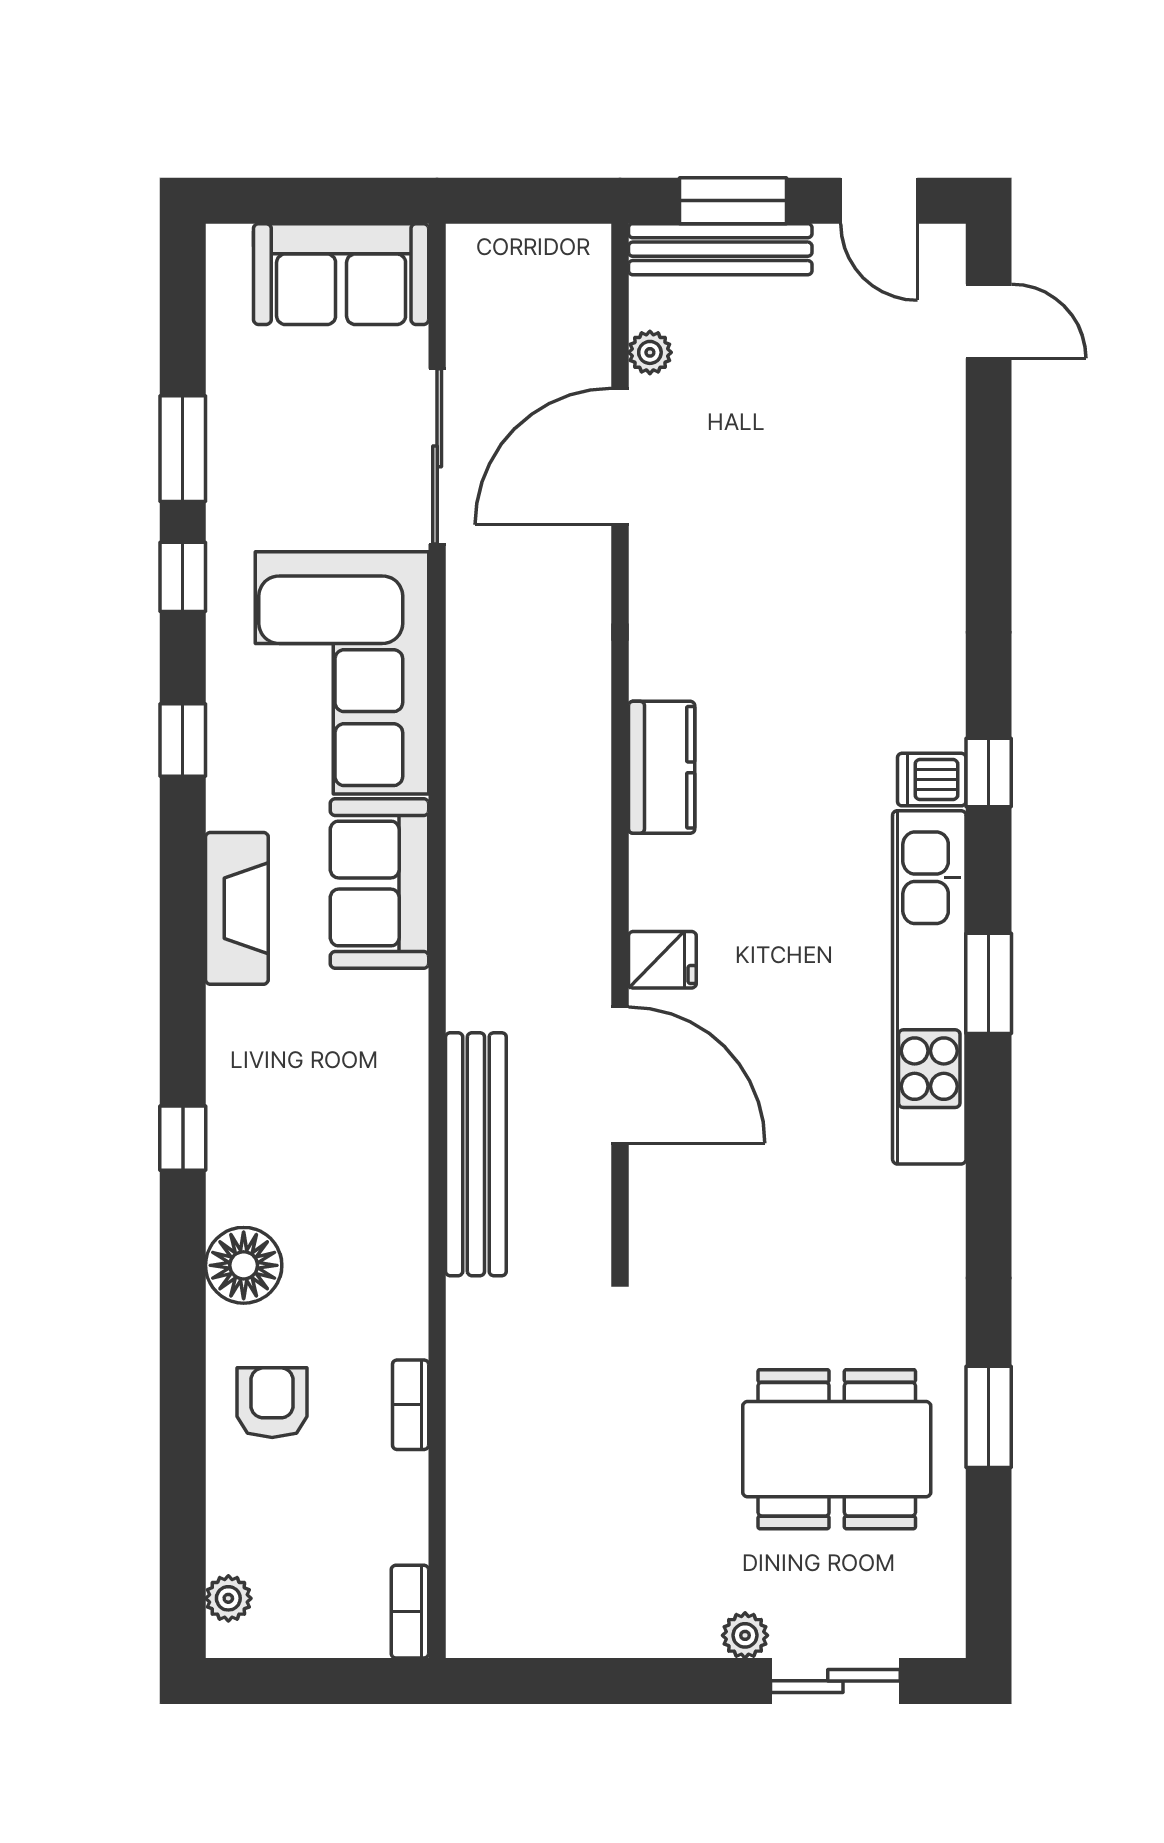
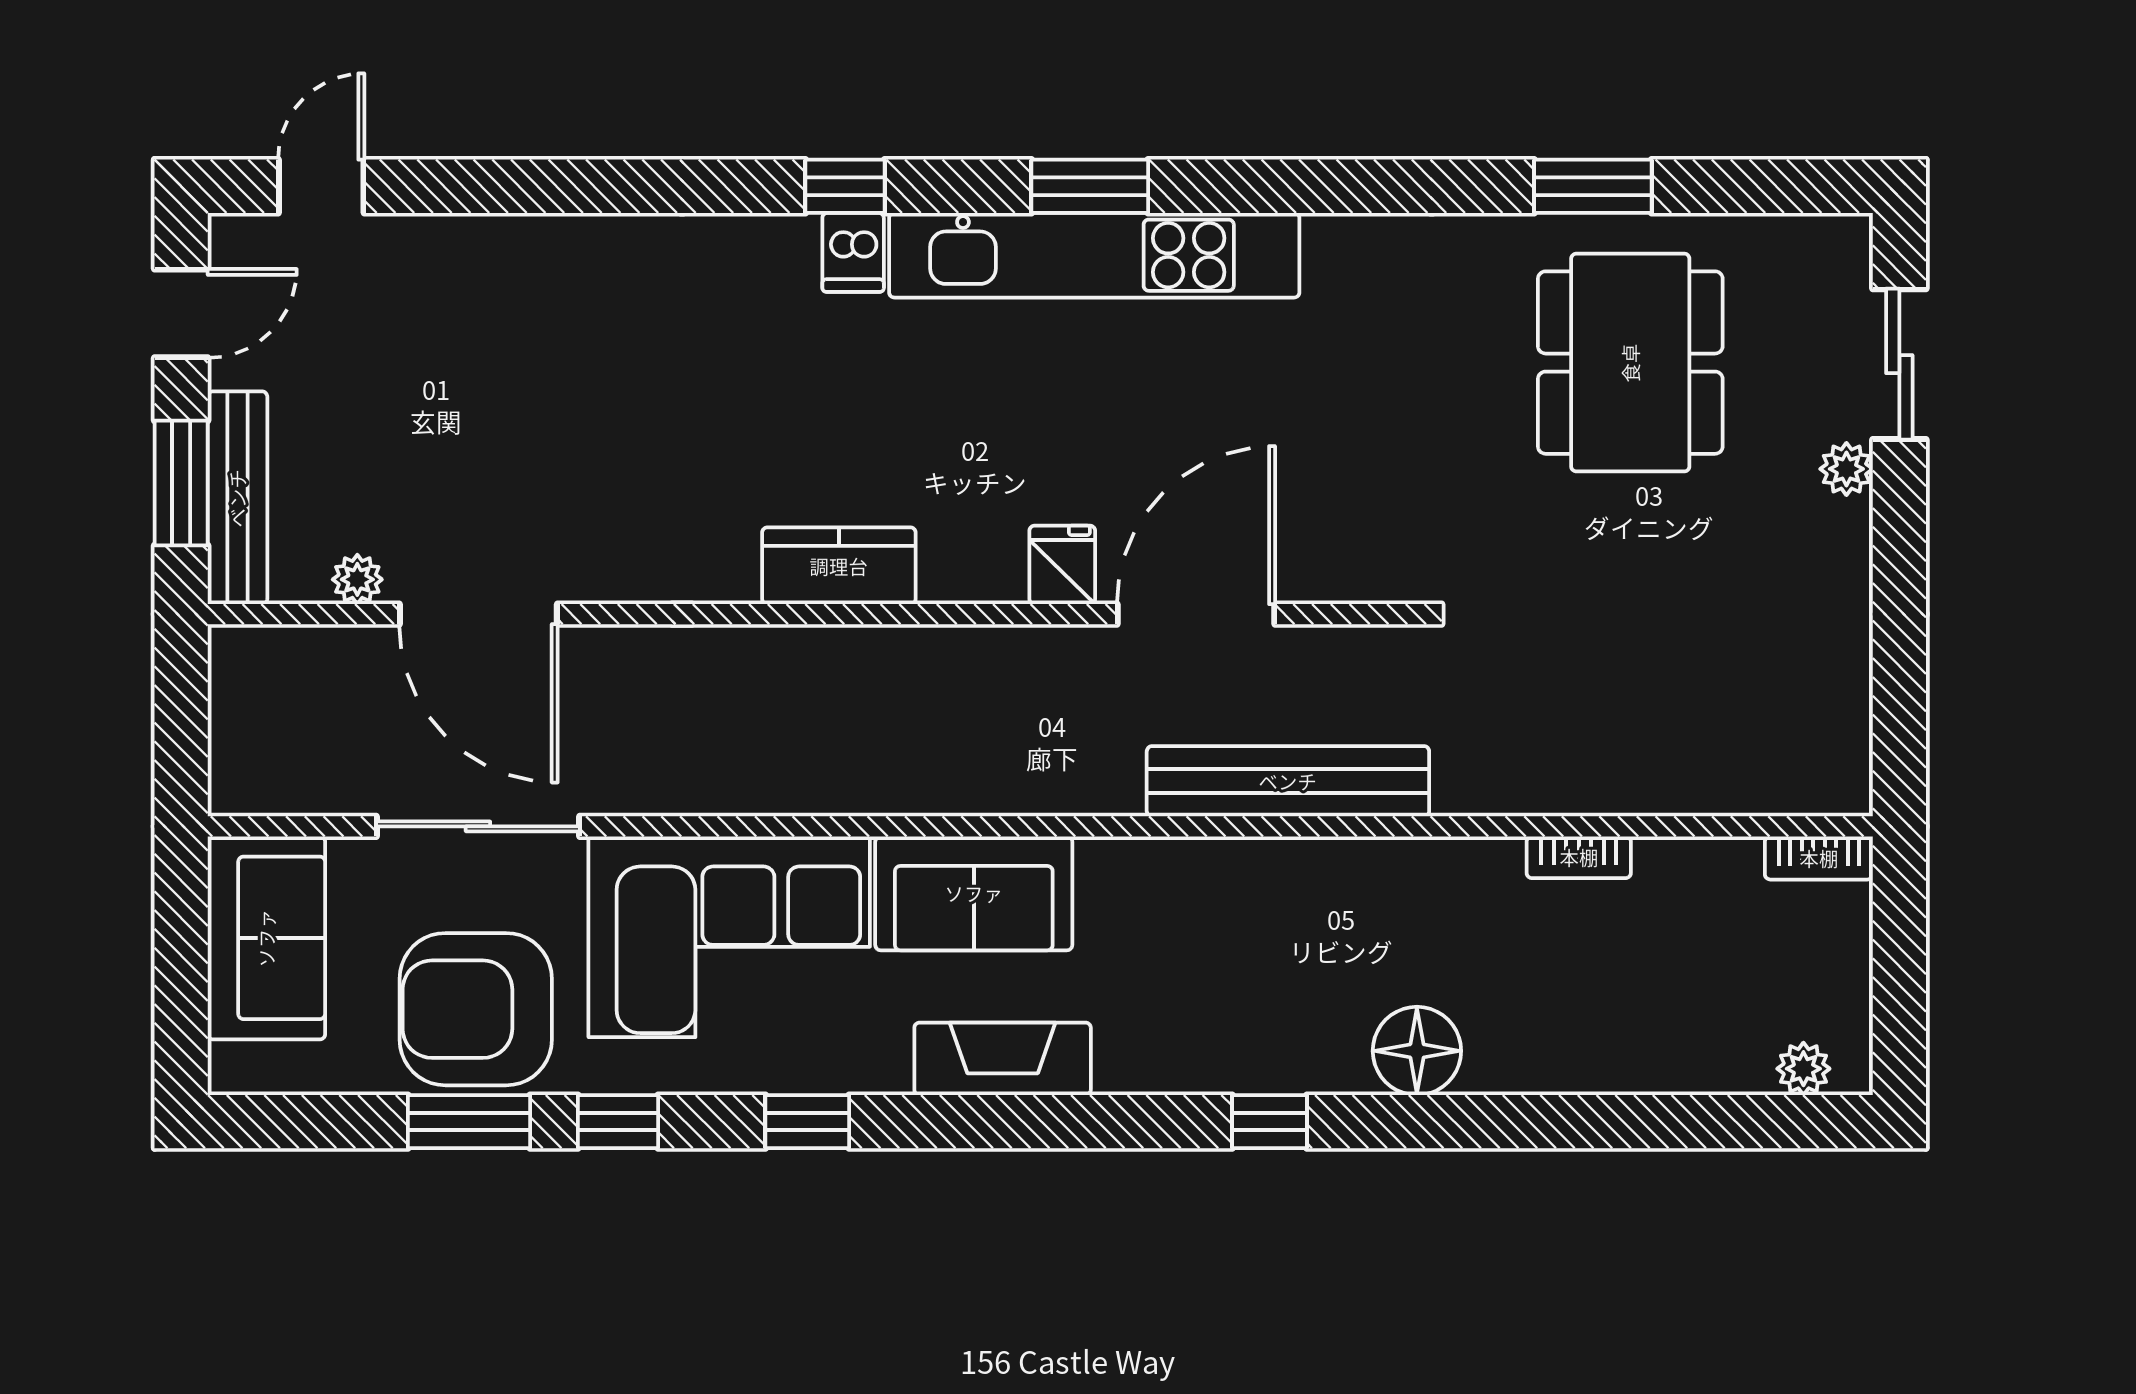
armchair: (272, 1403) -> (476, 1009), moved, width x1.88, depth x1.88

